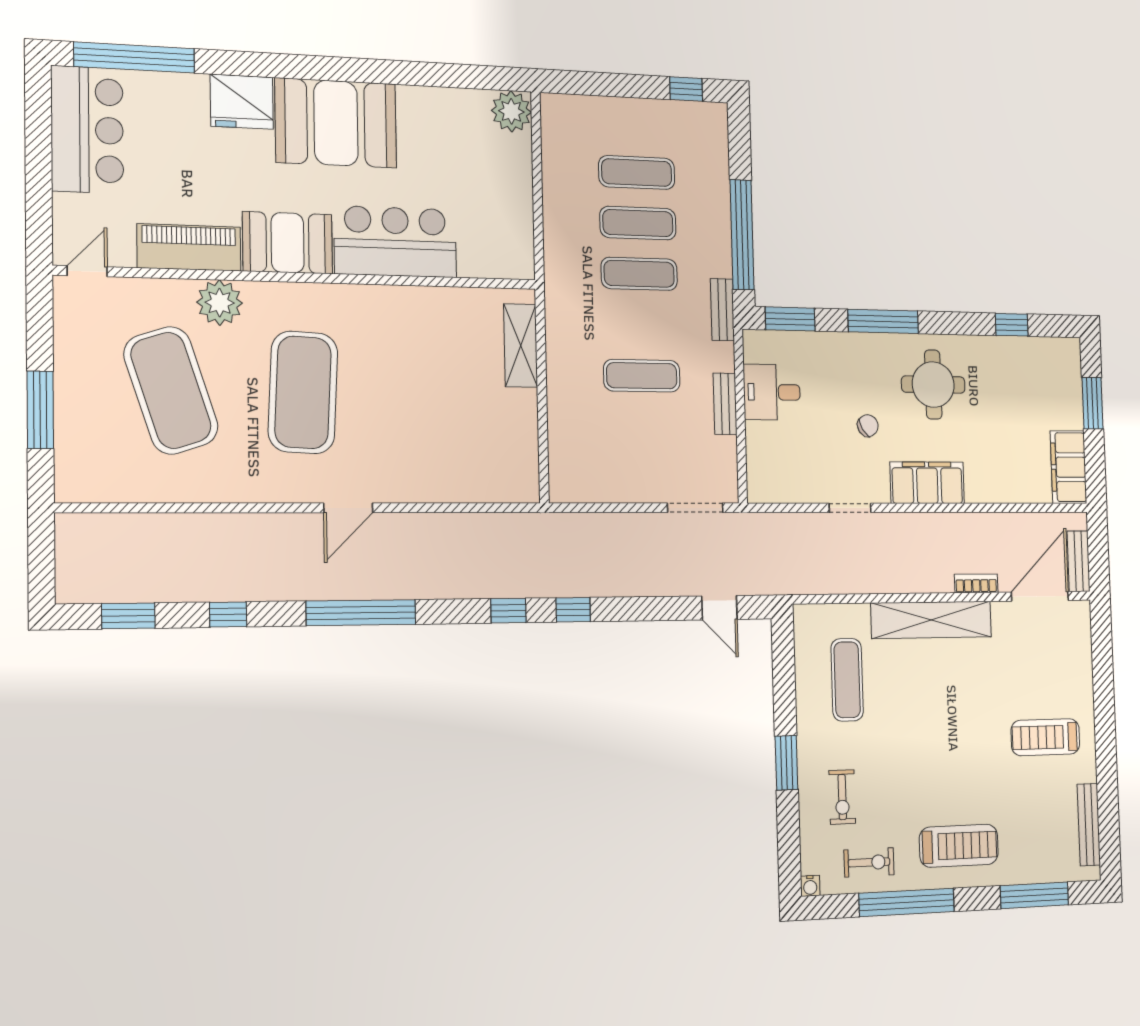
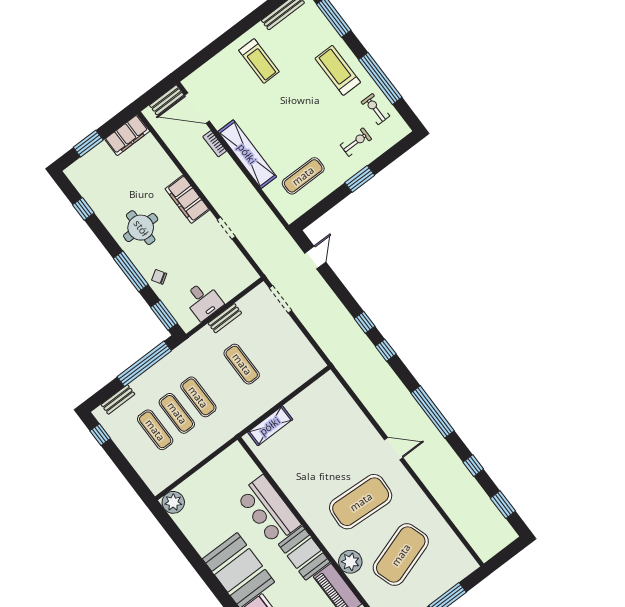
bench: (722, 310) -> (118, 399), moved
chair: (868, 426) -> (159, 277), moved
water cooler: (810, 886) -> (405, 130), removed

